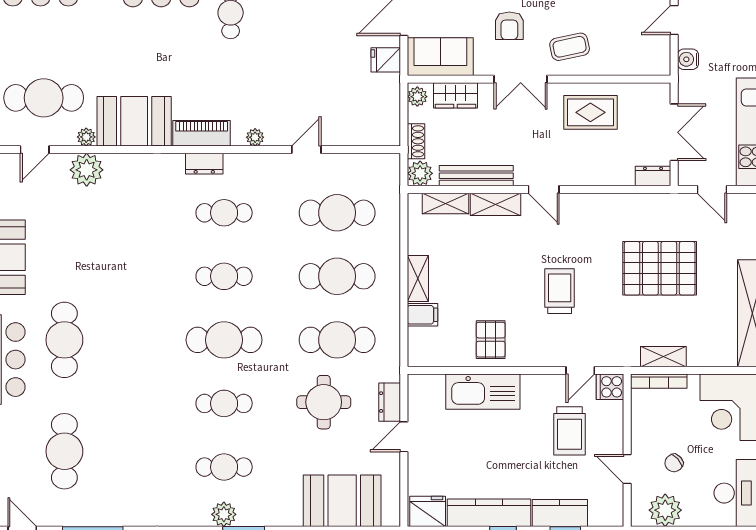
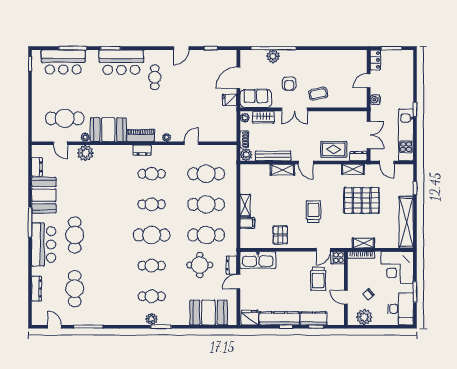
rug: (590, 112) -> (334, 149), moved
door: (35, 150) -> (60, 143), hinge flipped
shelving: (445, 203) -> (353, 169), moved
kitchen sink: (483, 392) -> (258, 260), moved

